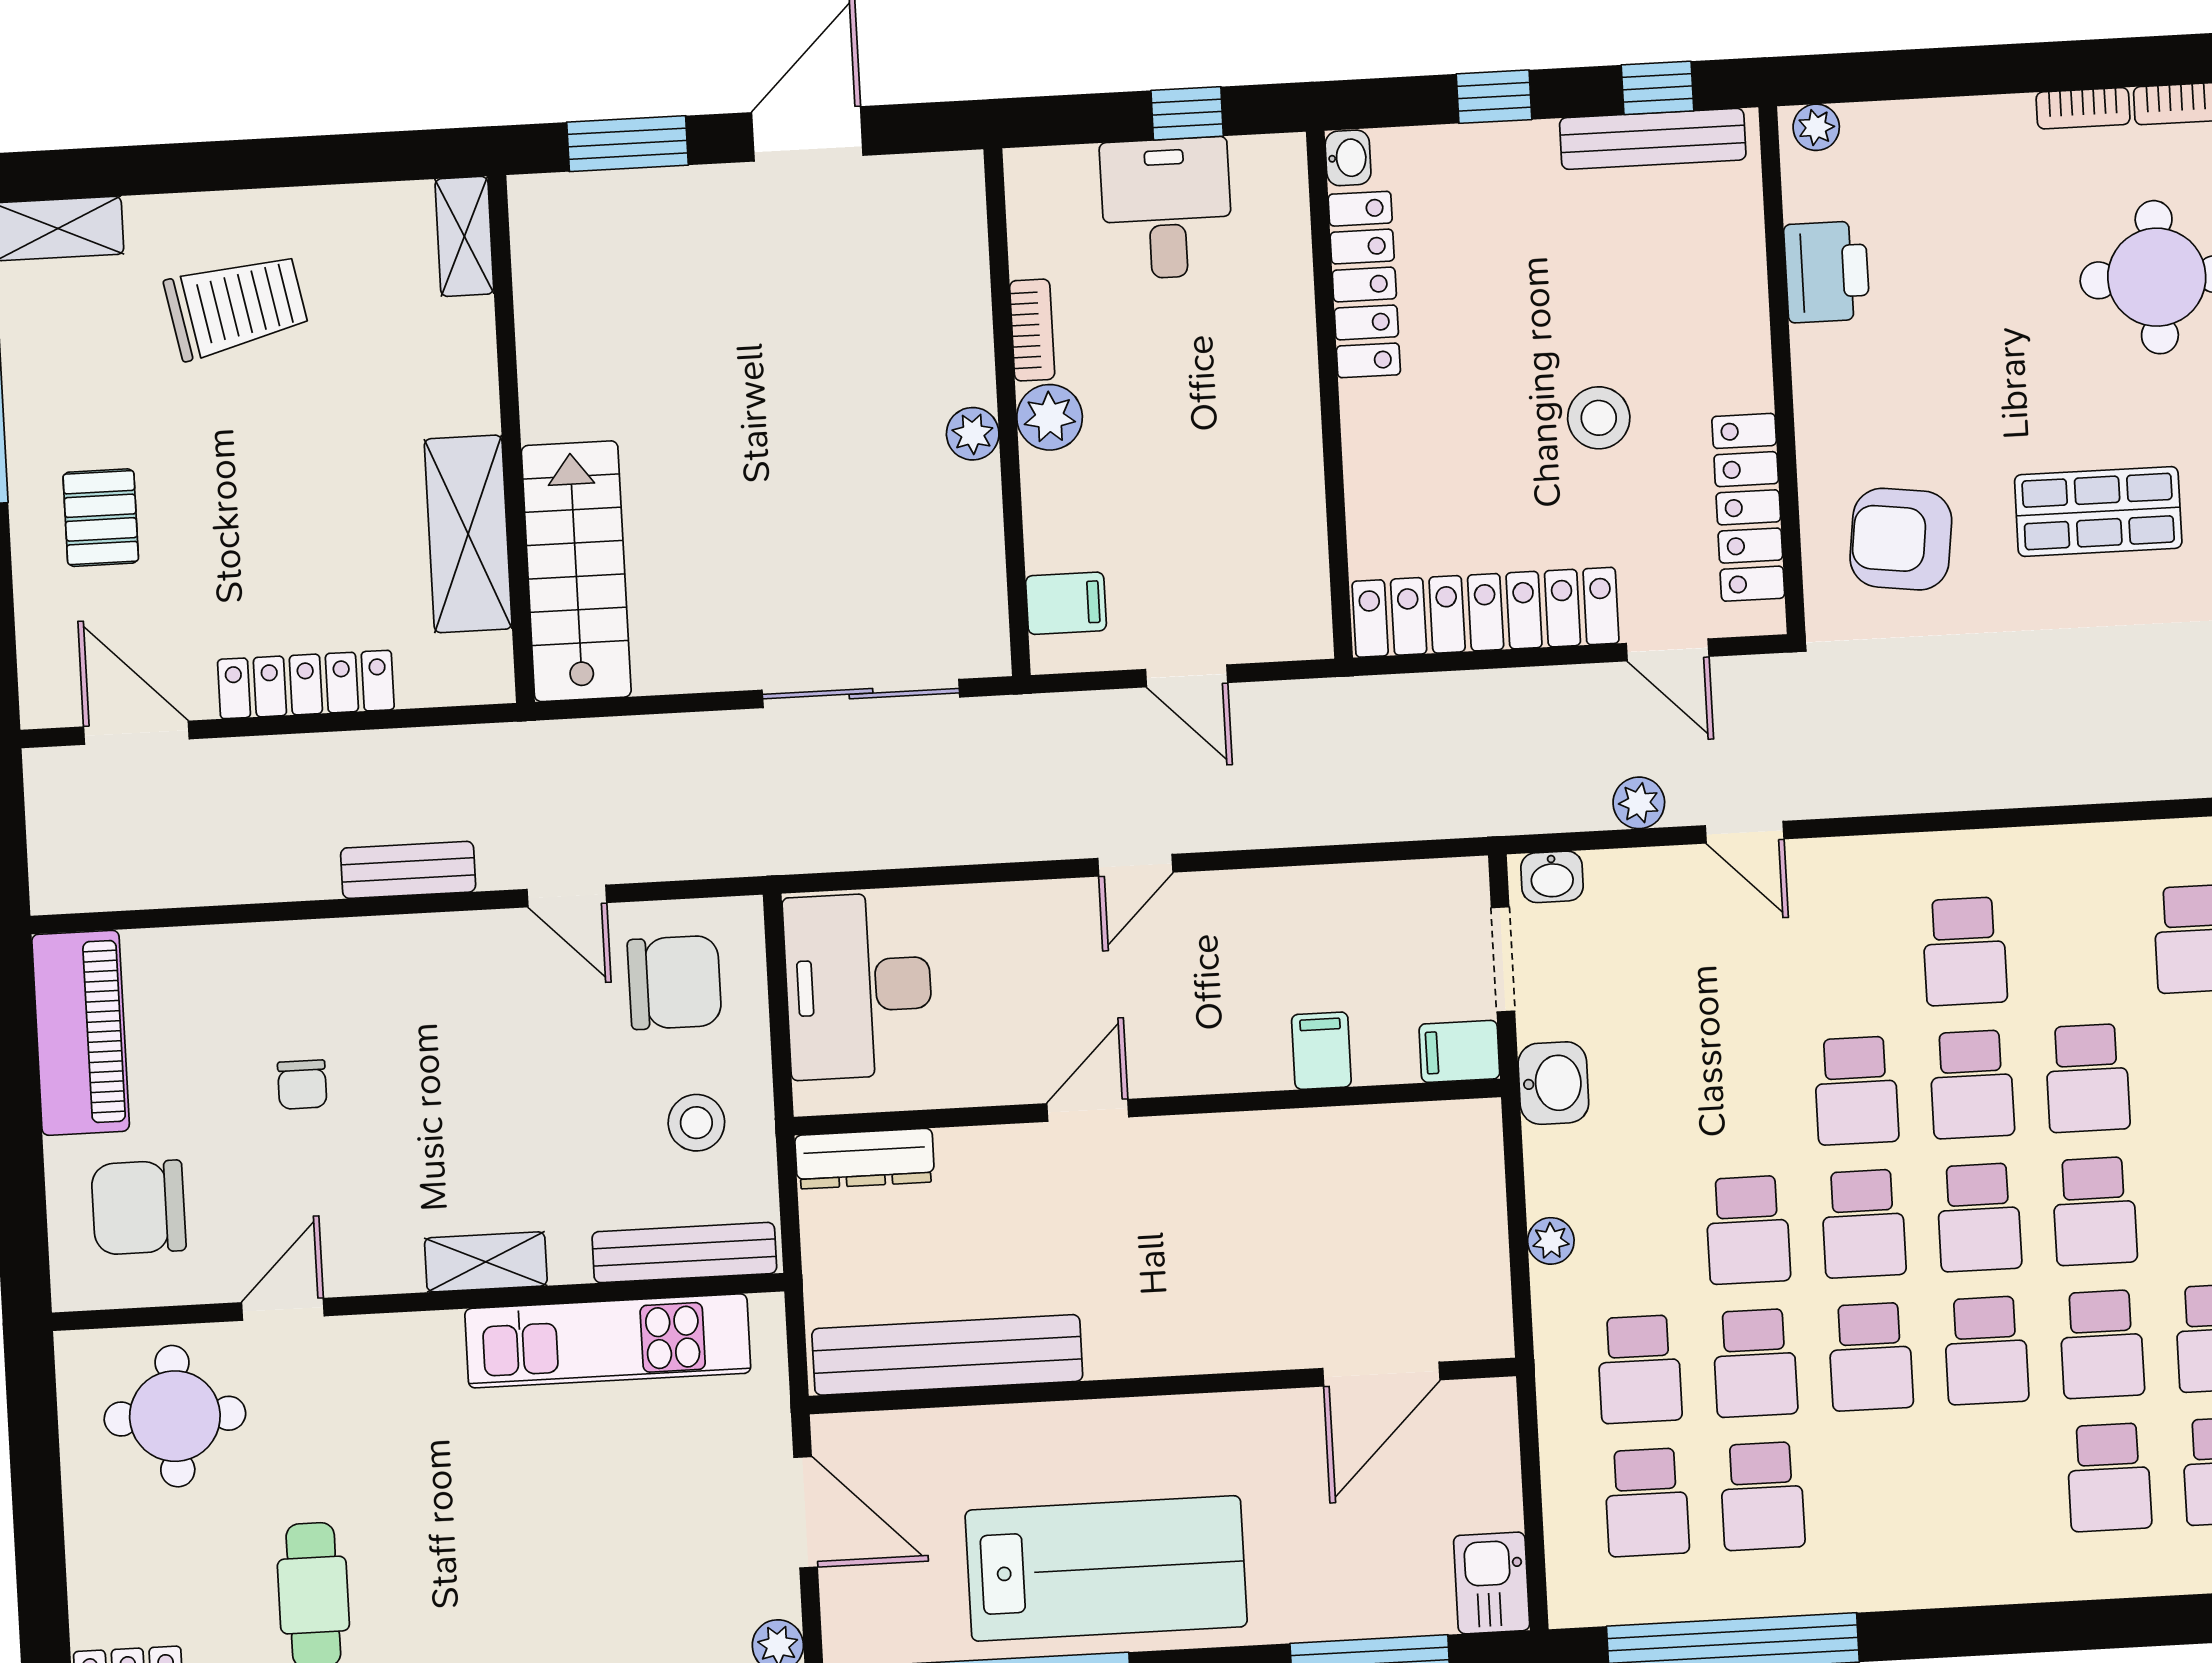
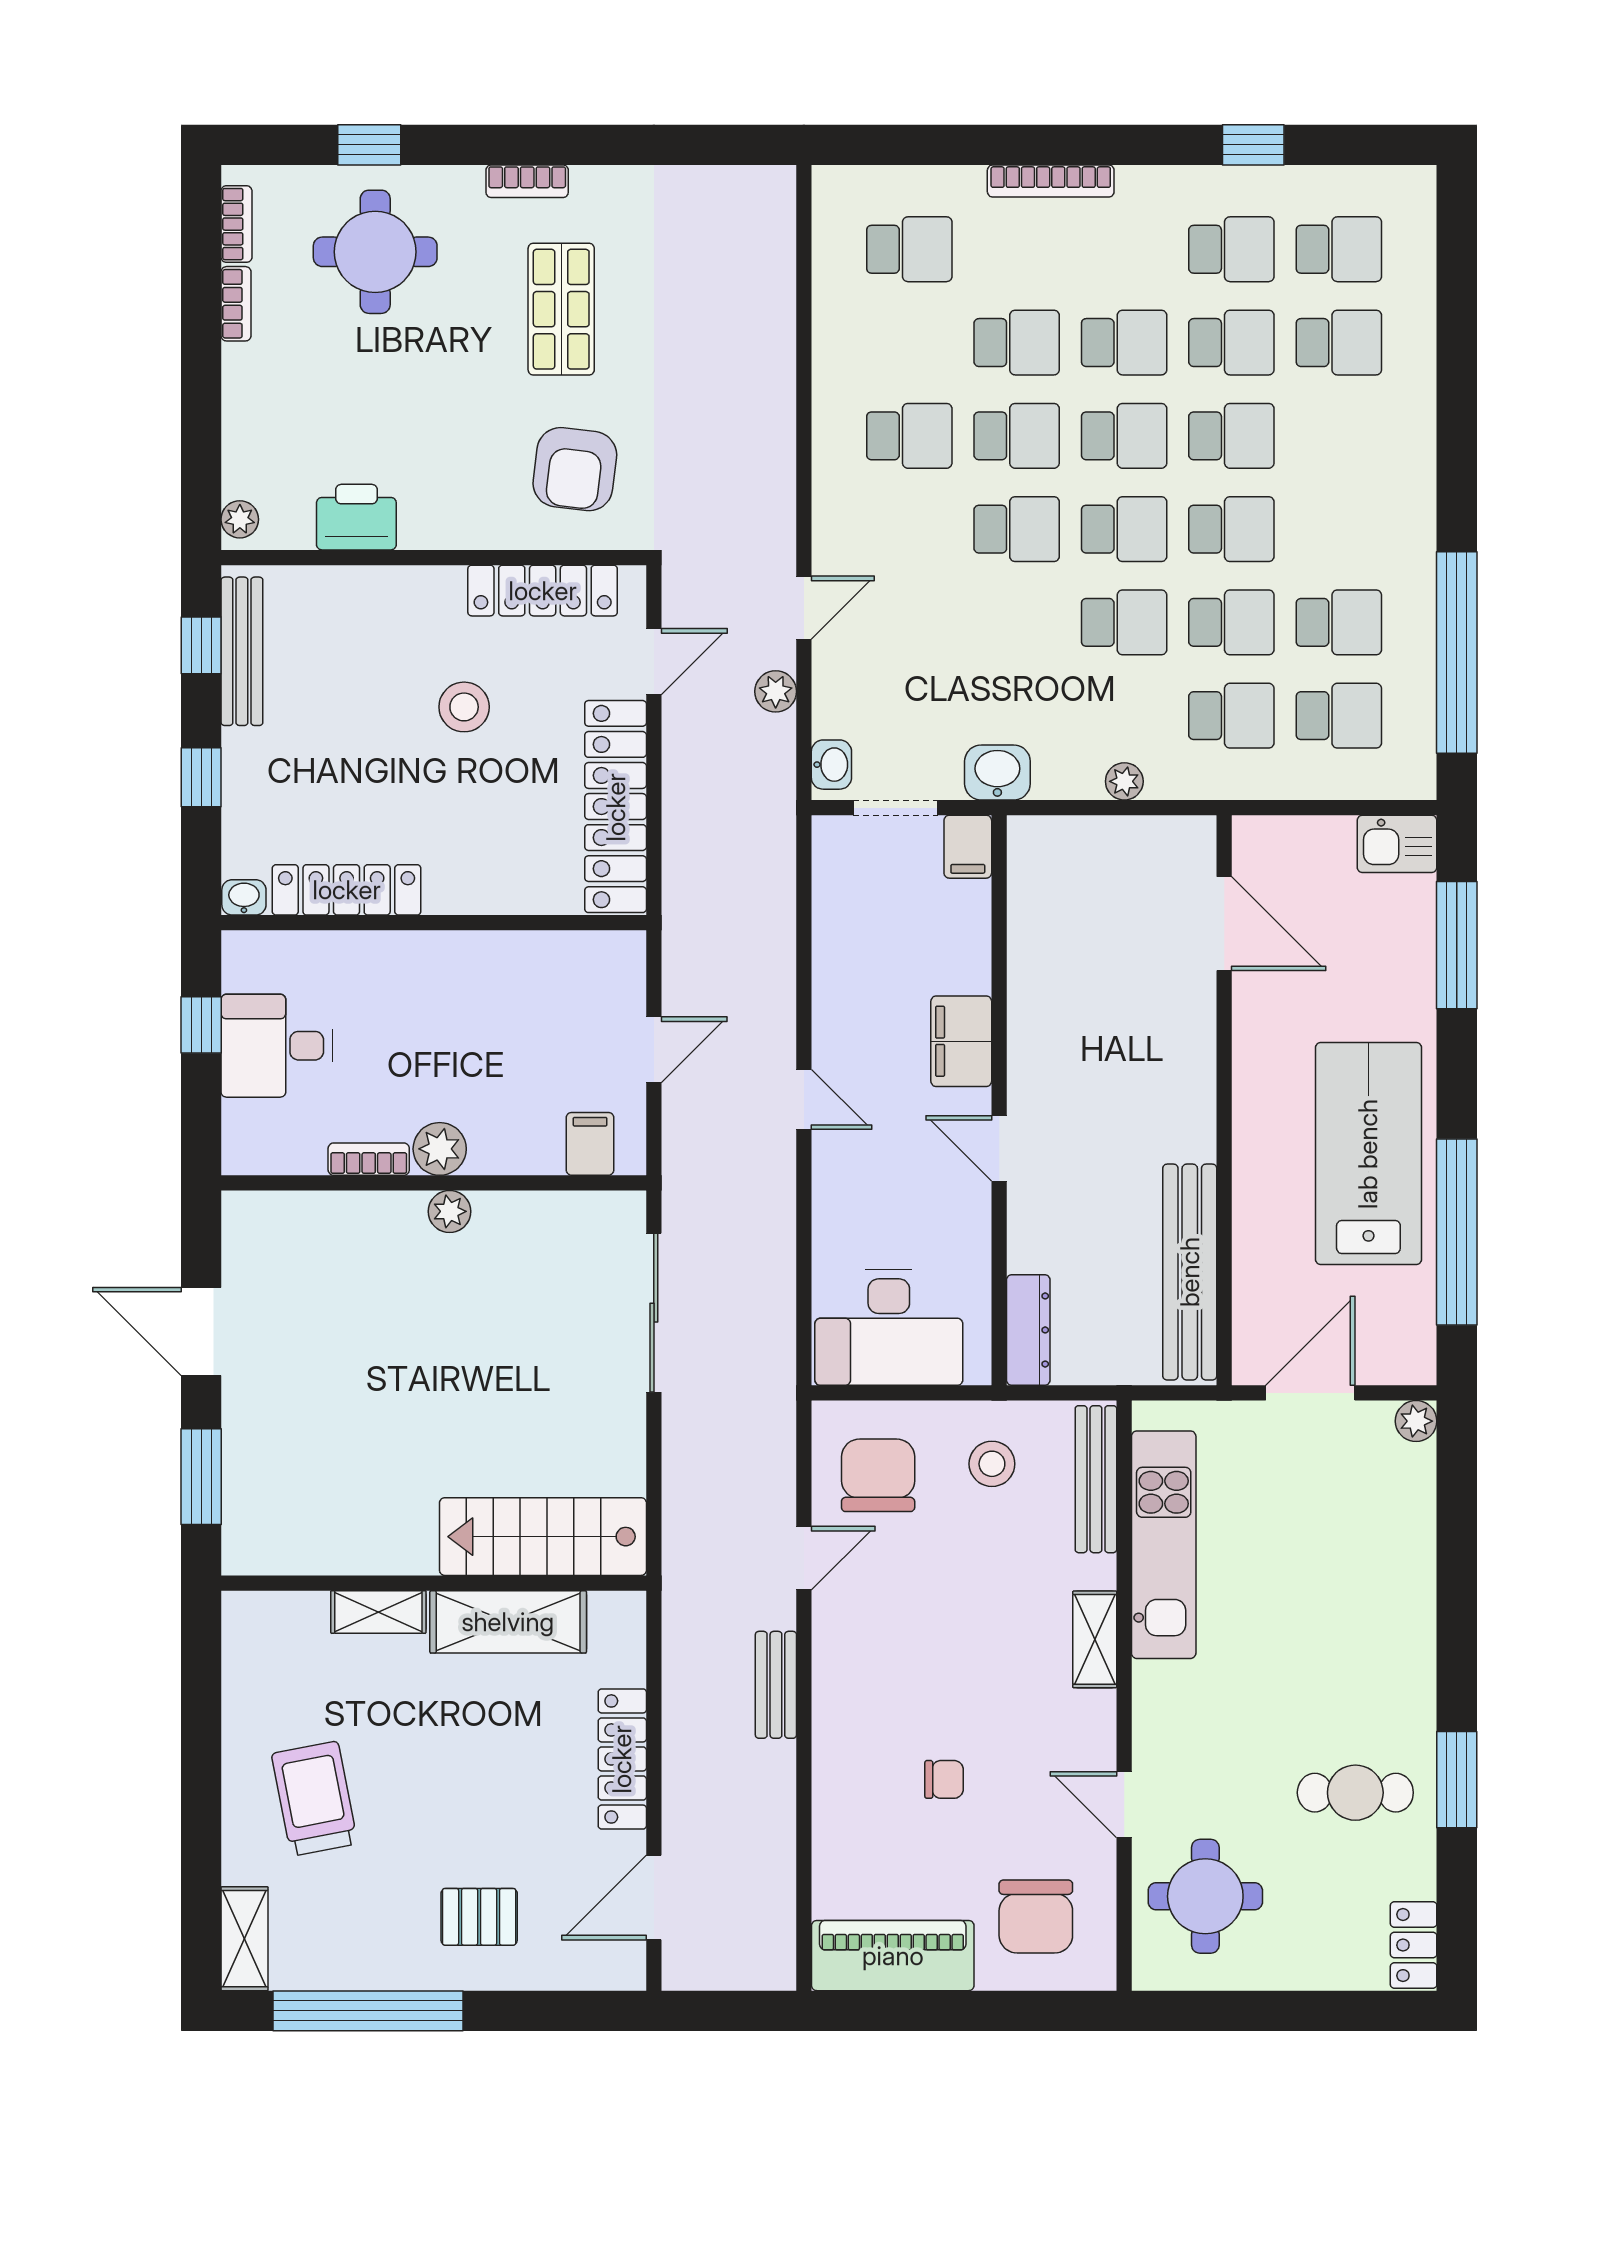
shelving: (464, 236) -> (378, 1612), moved
filing cabinet: (1321, 1051) -> (961, 1041), moved, width x2.00

